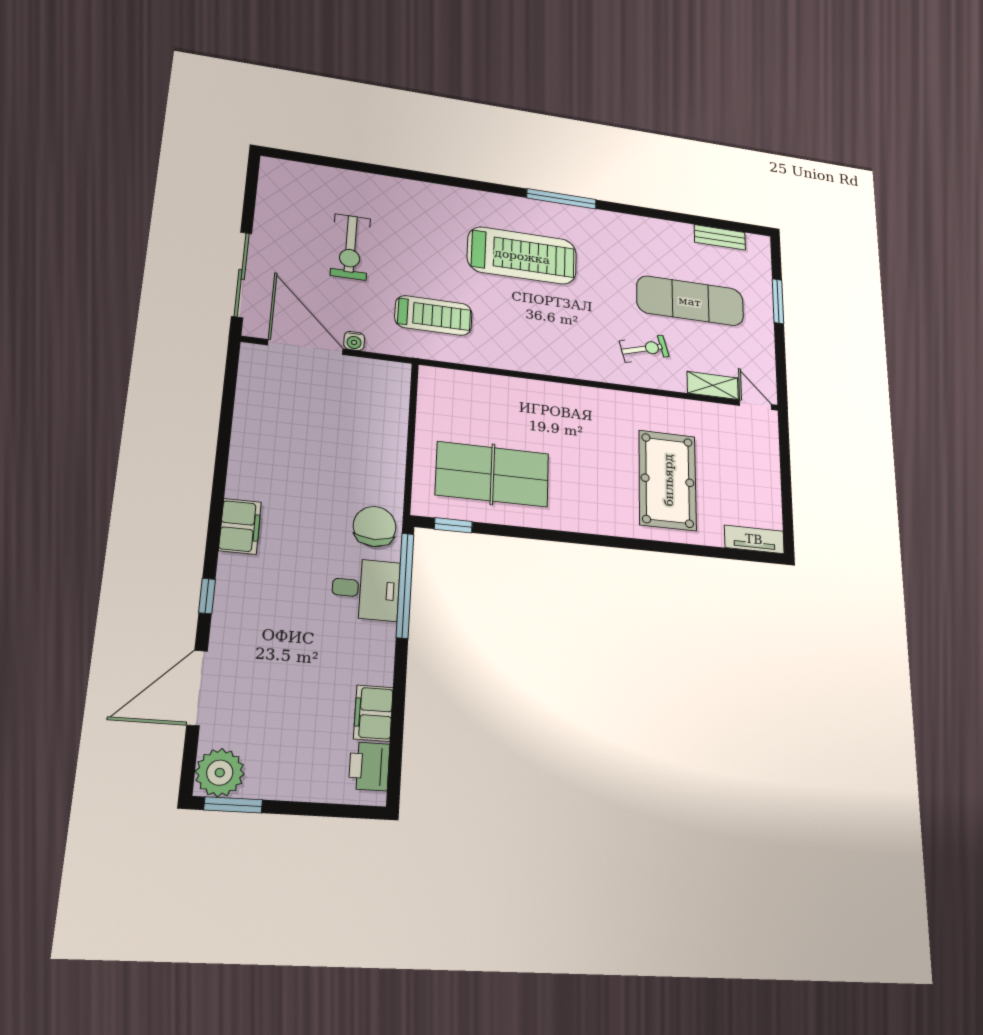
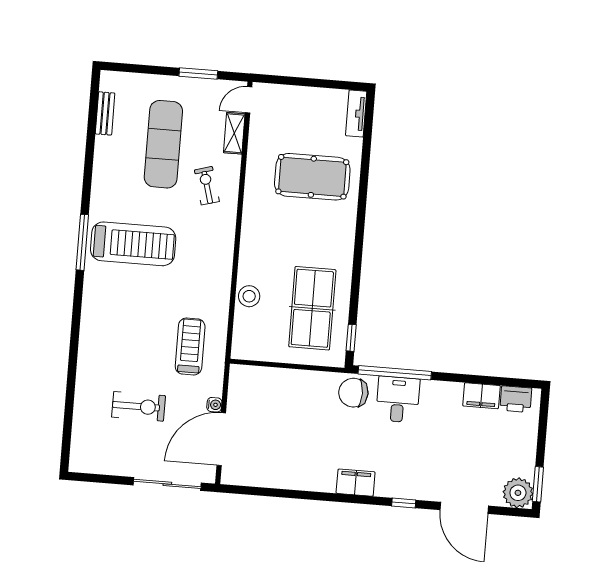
treadmill: (522, 256) -> (133, 244), moved, turned 90
window: (778, 301) -> (198, 73), moved
stool: (504, 393) -> (249, 296), added

